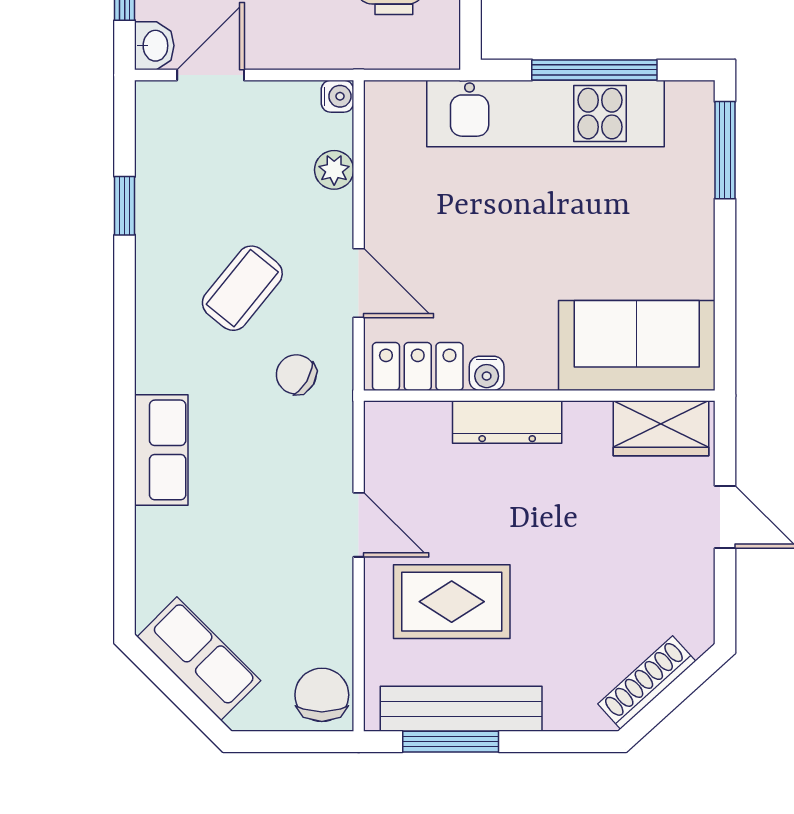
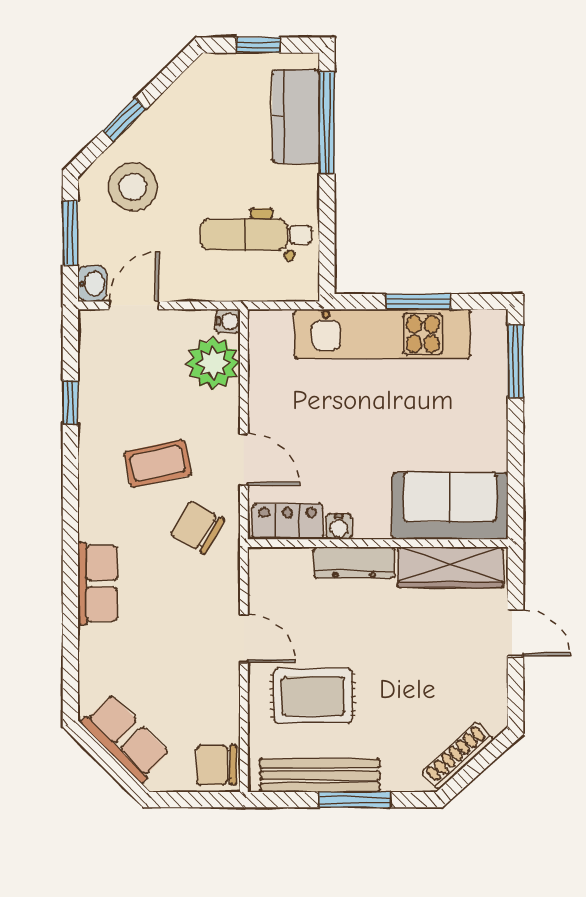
window: (594, 70) -> (419, 302), width x0.69
plant: (334, 170) -> (213, 363), width x1.87, depth x1.87
coffee table: (242, 288) -> (158, 463), turned 39
chair: (296, 374) -> (198, 527), width x1.37, depth x1.37
wardrobe: (661, 428) -> (450, 567), width x1.50
chair: (322, 695) -> (217, 765), turned -90
window: (451, 742) -> (355, 800), moved

